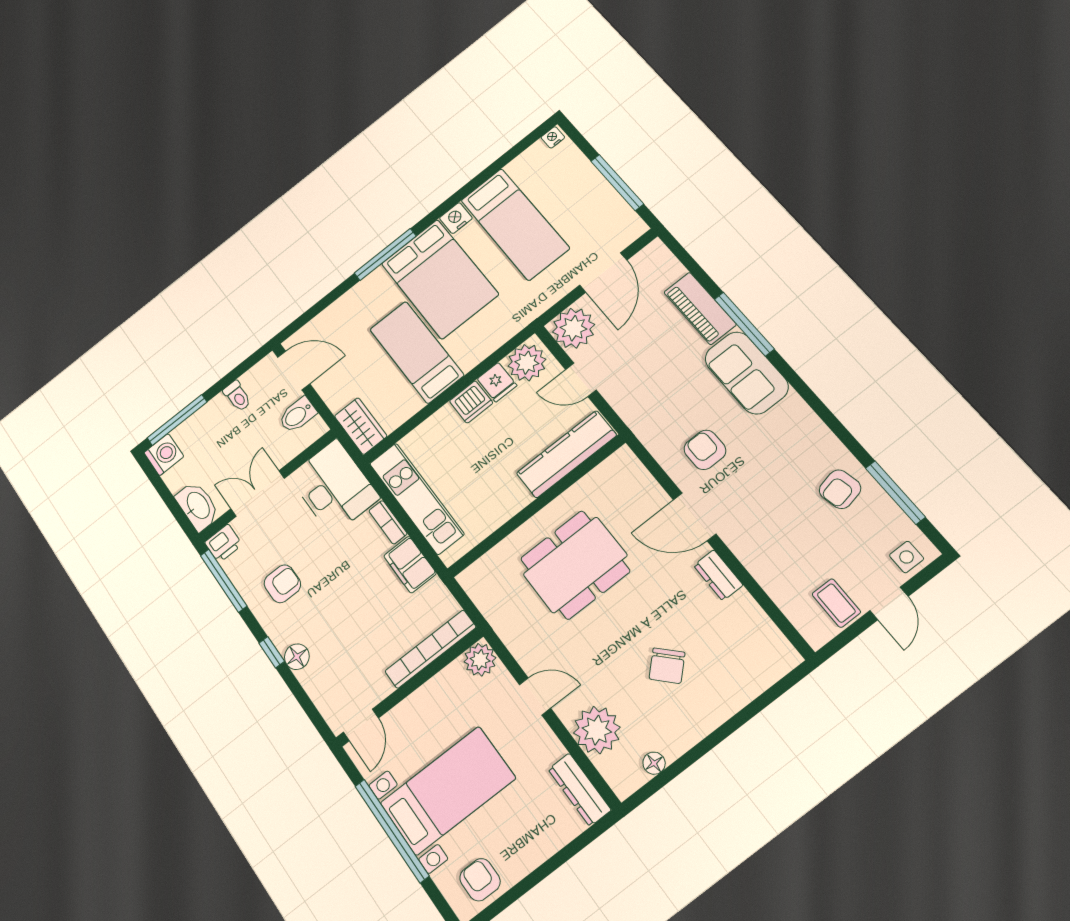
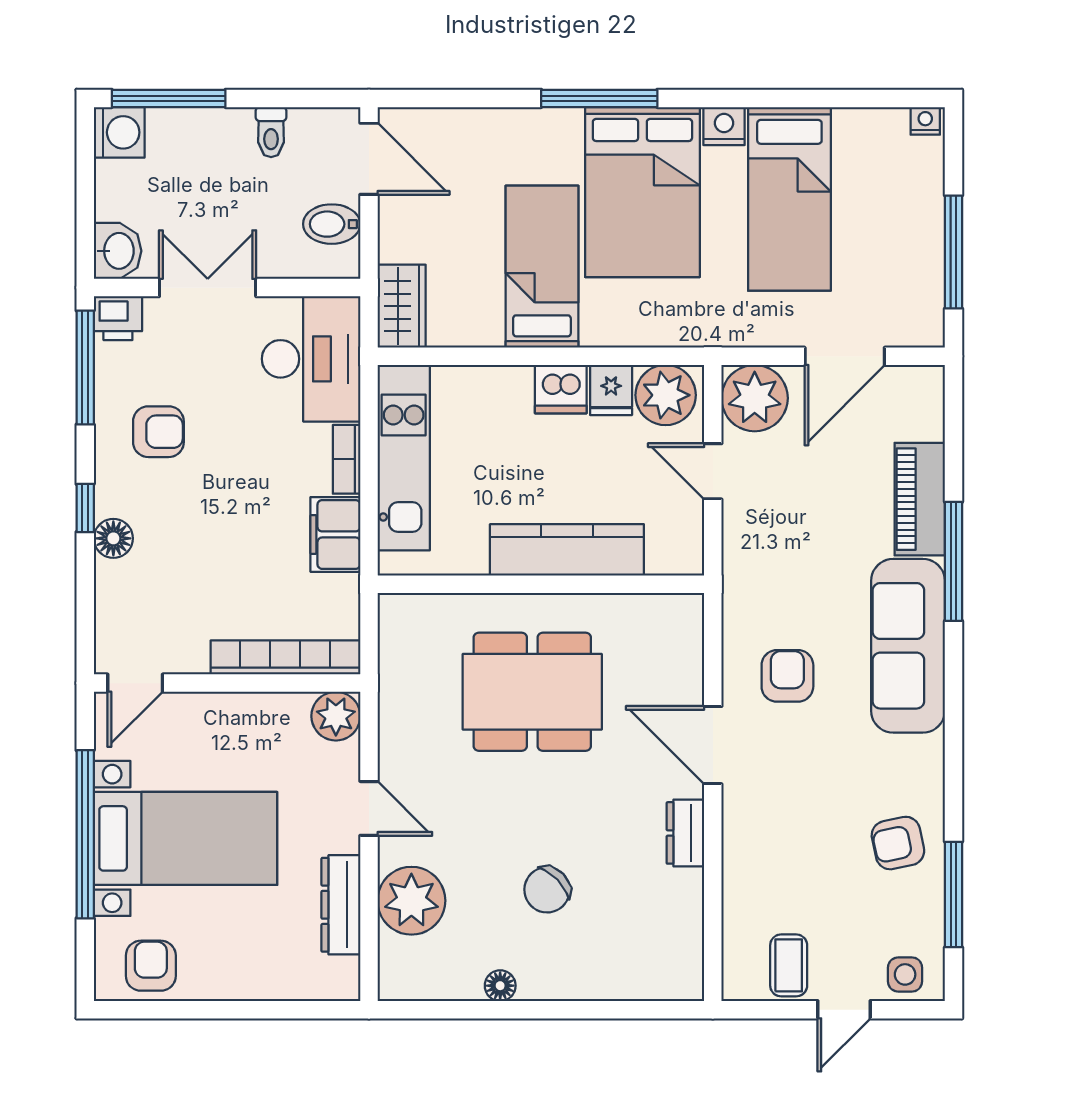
sofa: (746, 373) -> (908, 646), width x1.36
kitchen counter: (566, 454) -> (567, 550), moved
washbasin: (198, 506) -> (118, 251), width x0.72
floor lamp: (654, 763) -> (500, 986), moved
dresser: (579, 790) -> (341, 905), moved

